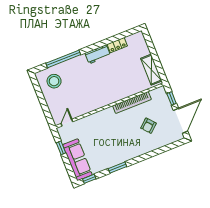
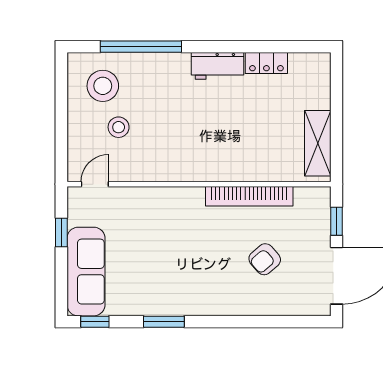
stool: (67, 95) -> (119, 127), added

